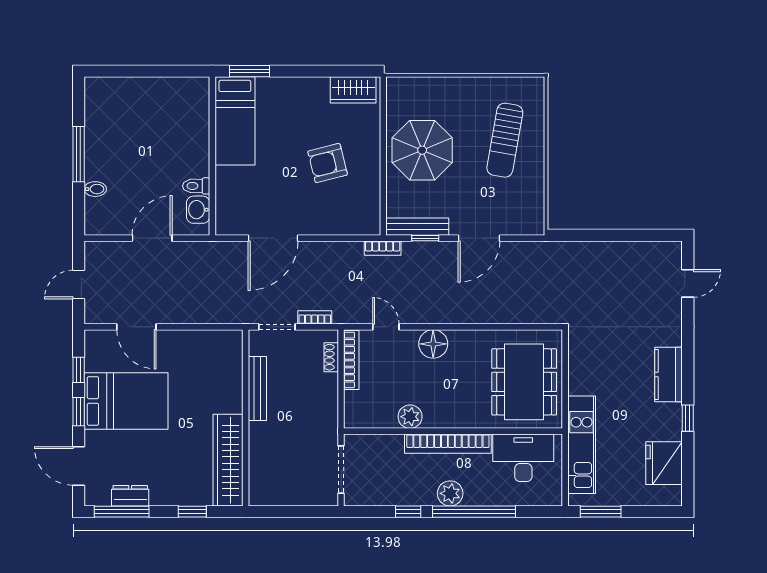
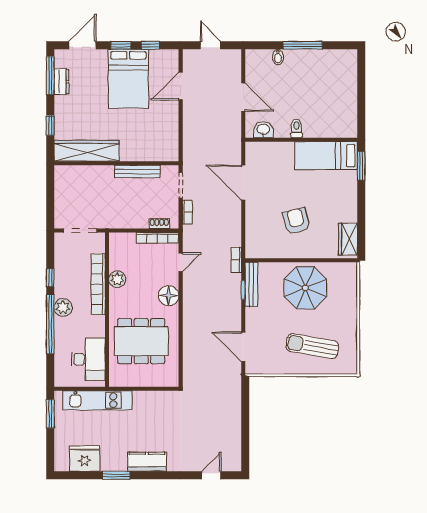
toilet: (196, 186) -> (296, 128), moved
door: (479, 238) -> (243, 347), moved
door: (688, 283) -> (211, 475), swing flipped
dining table: (524, 382) -> (141, 341), moved
window: (688, 418) -> (116, 475), width x1.50
bookcase: (448, 444) -> (98, 284), moved

